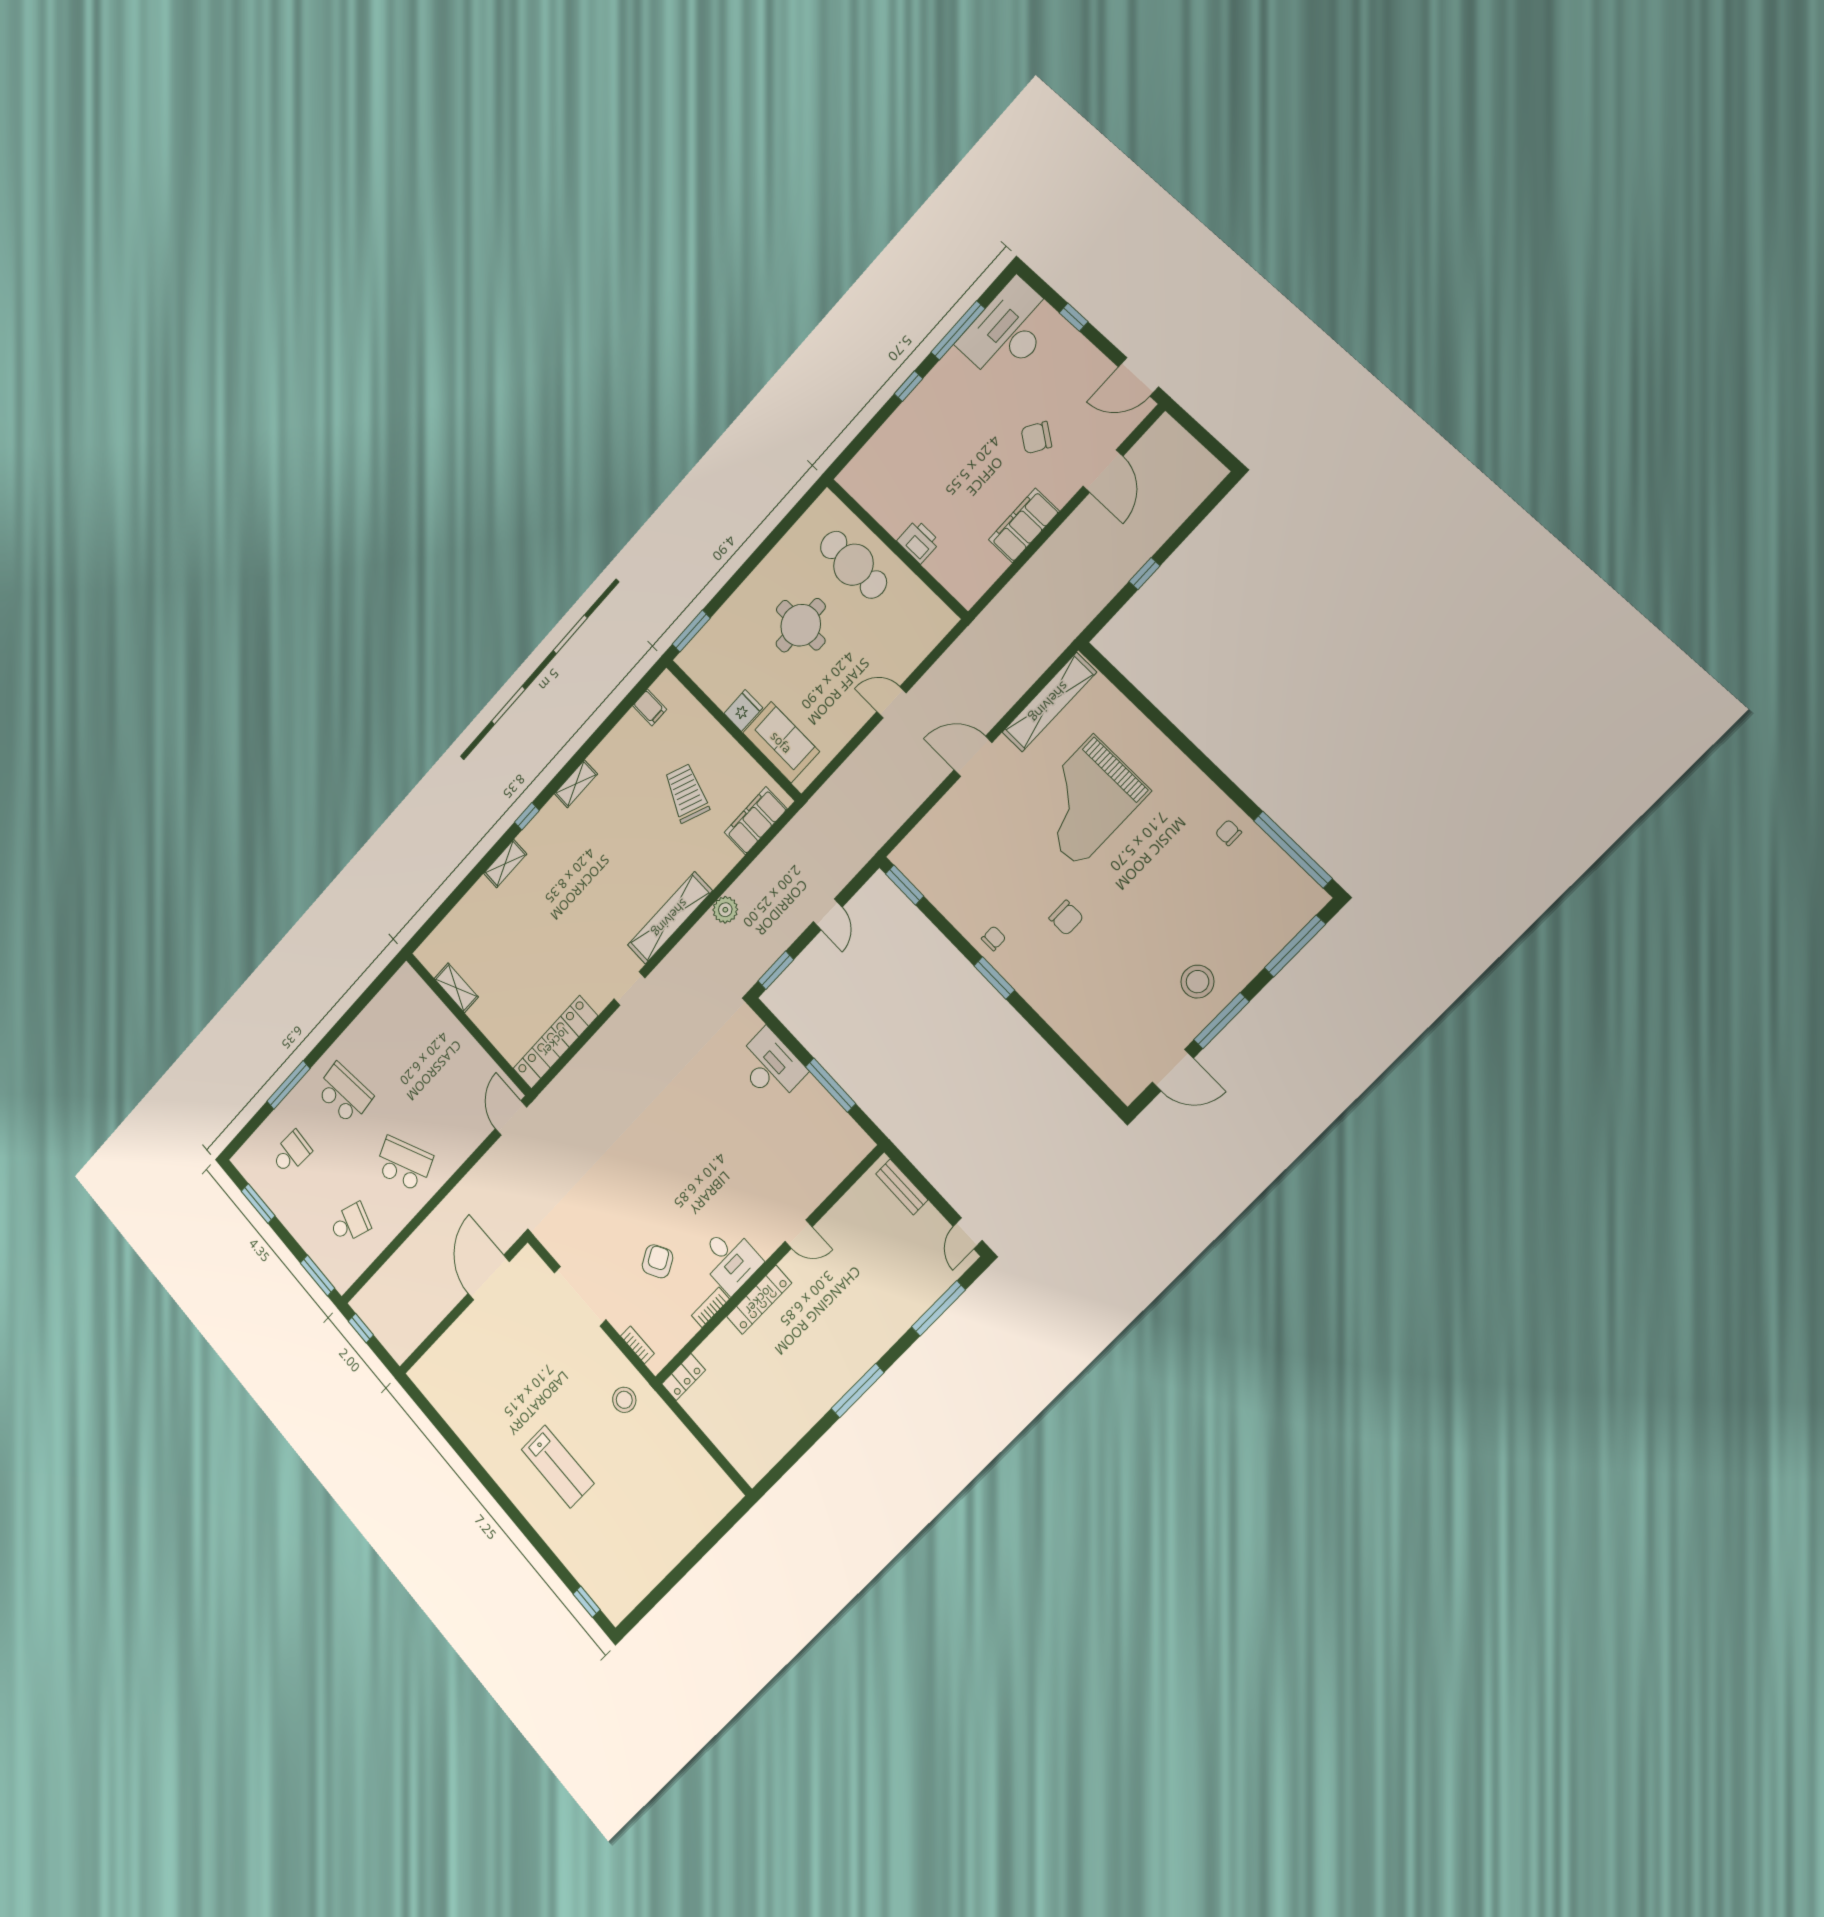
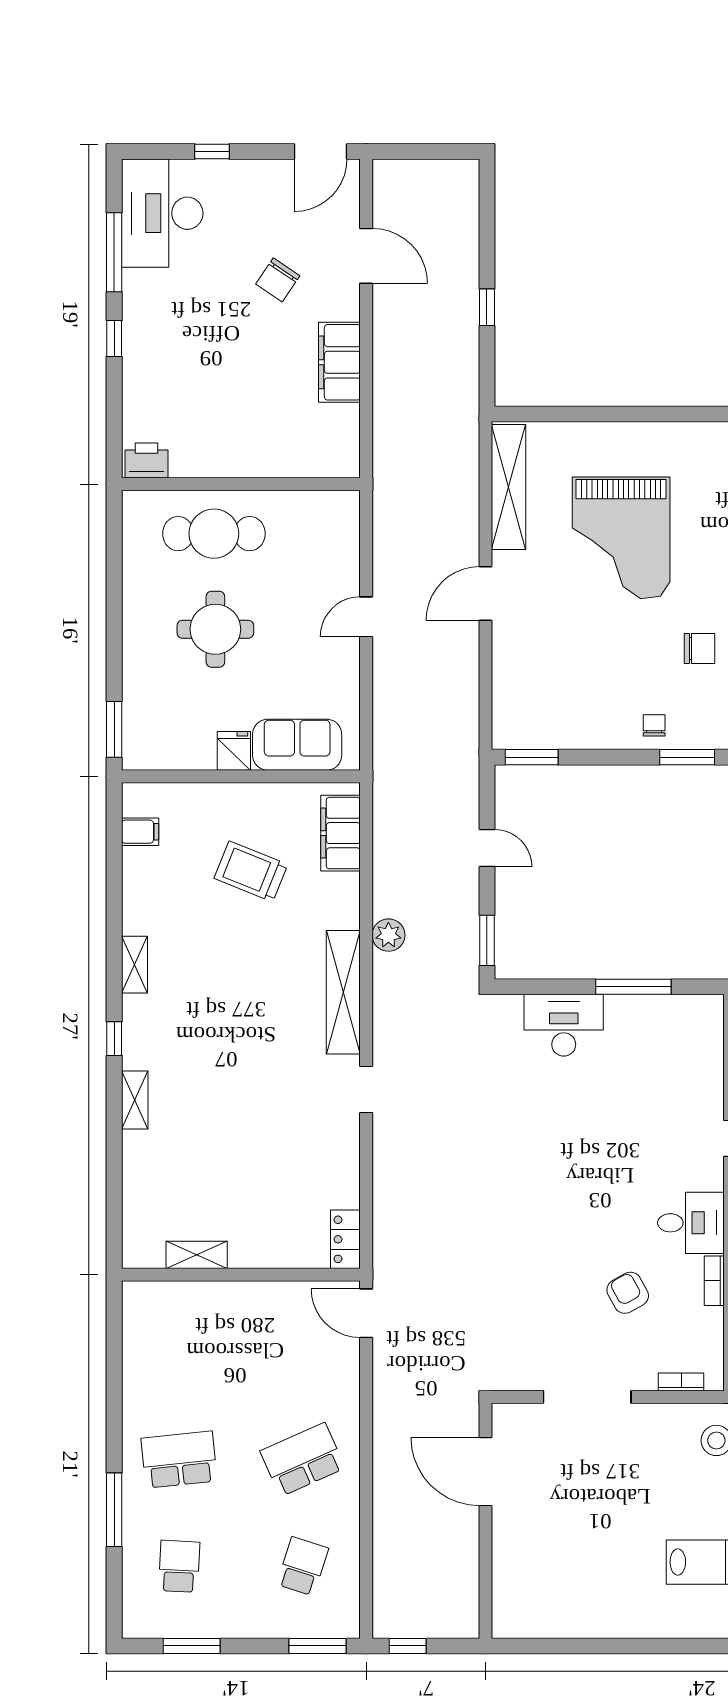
printer: (918, 541) -> (146, 460), moved
locker: (555, 1042) -> (345, 1239), width x0.46, depth x0.83

